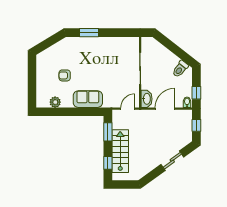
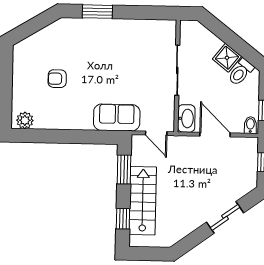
shower: (171, 60) -> (227, 58), added
sofa: (88, 99) -> (117, 118), moved
plant: (55, 102) -> (25, 120), moved
door: (128, 109) -> (156, 133), swing flipped
door: (165, 109) -> (215, 135), hinge flipped

